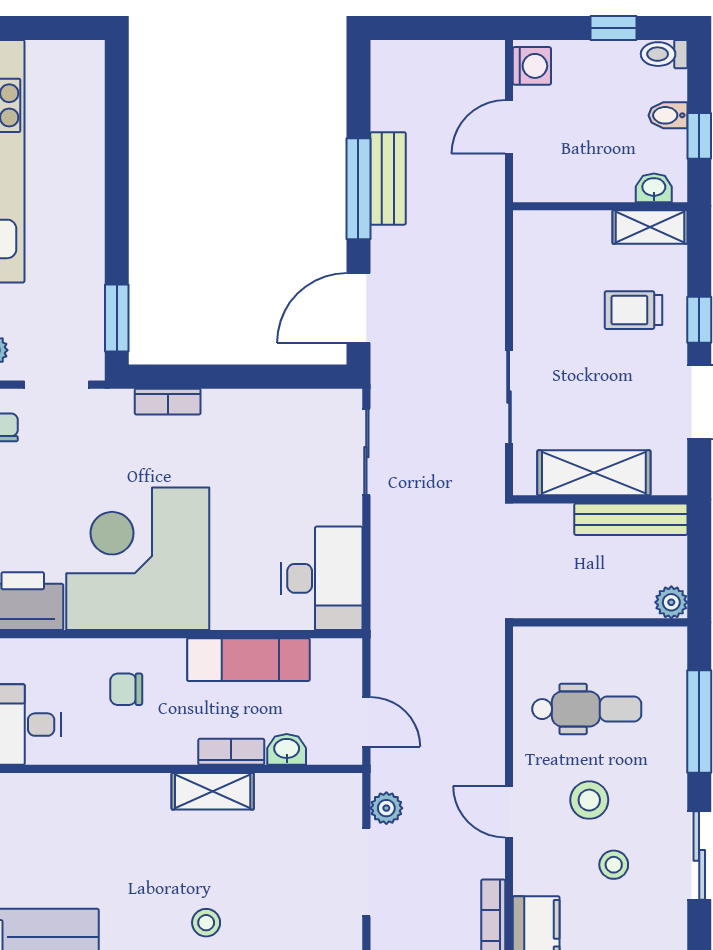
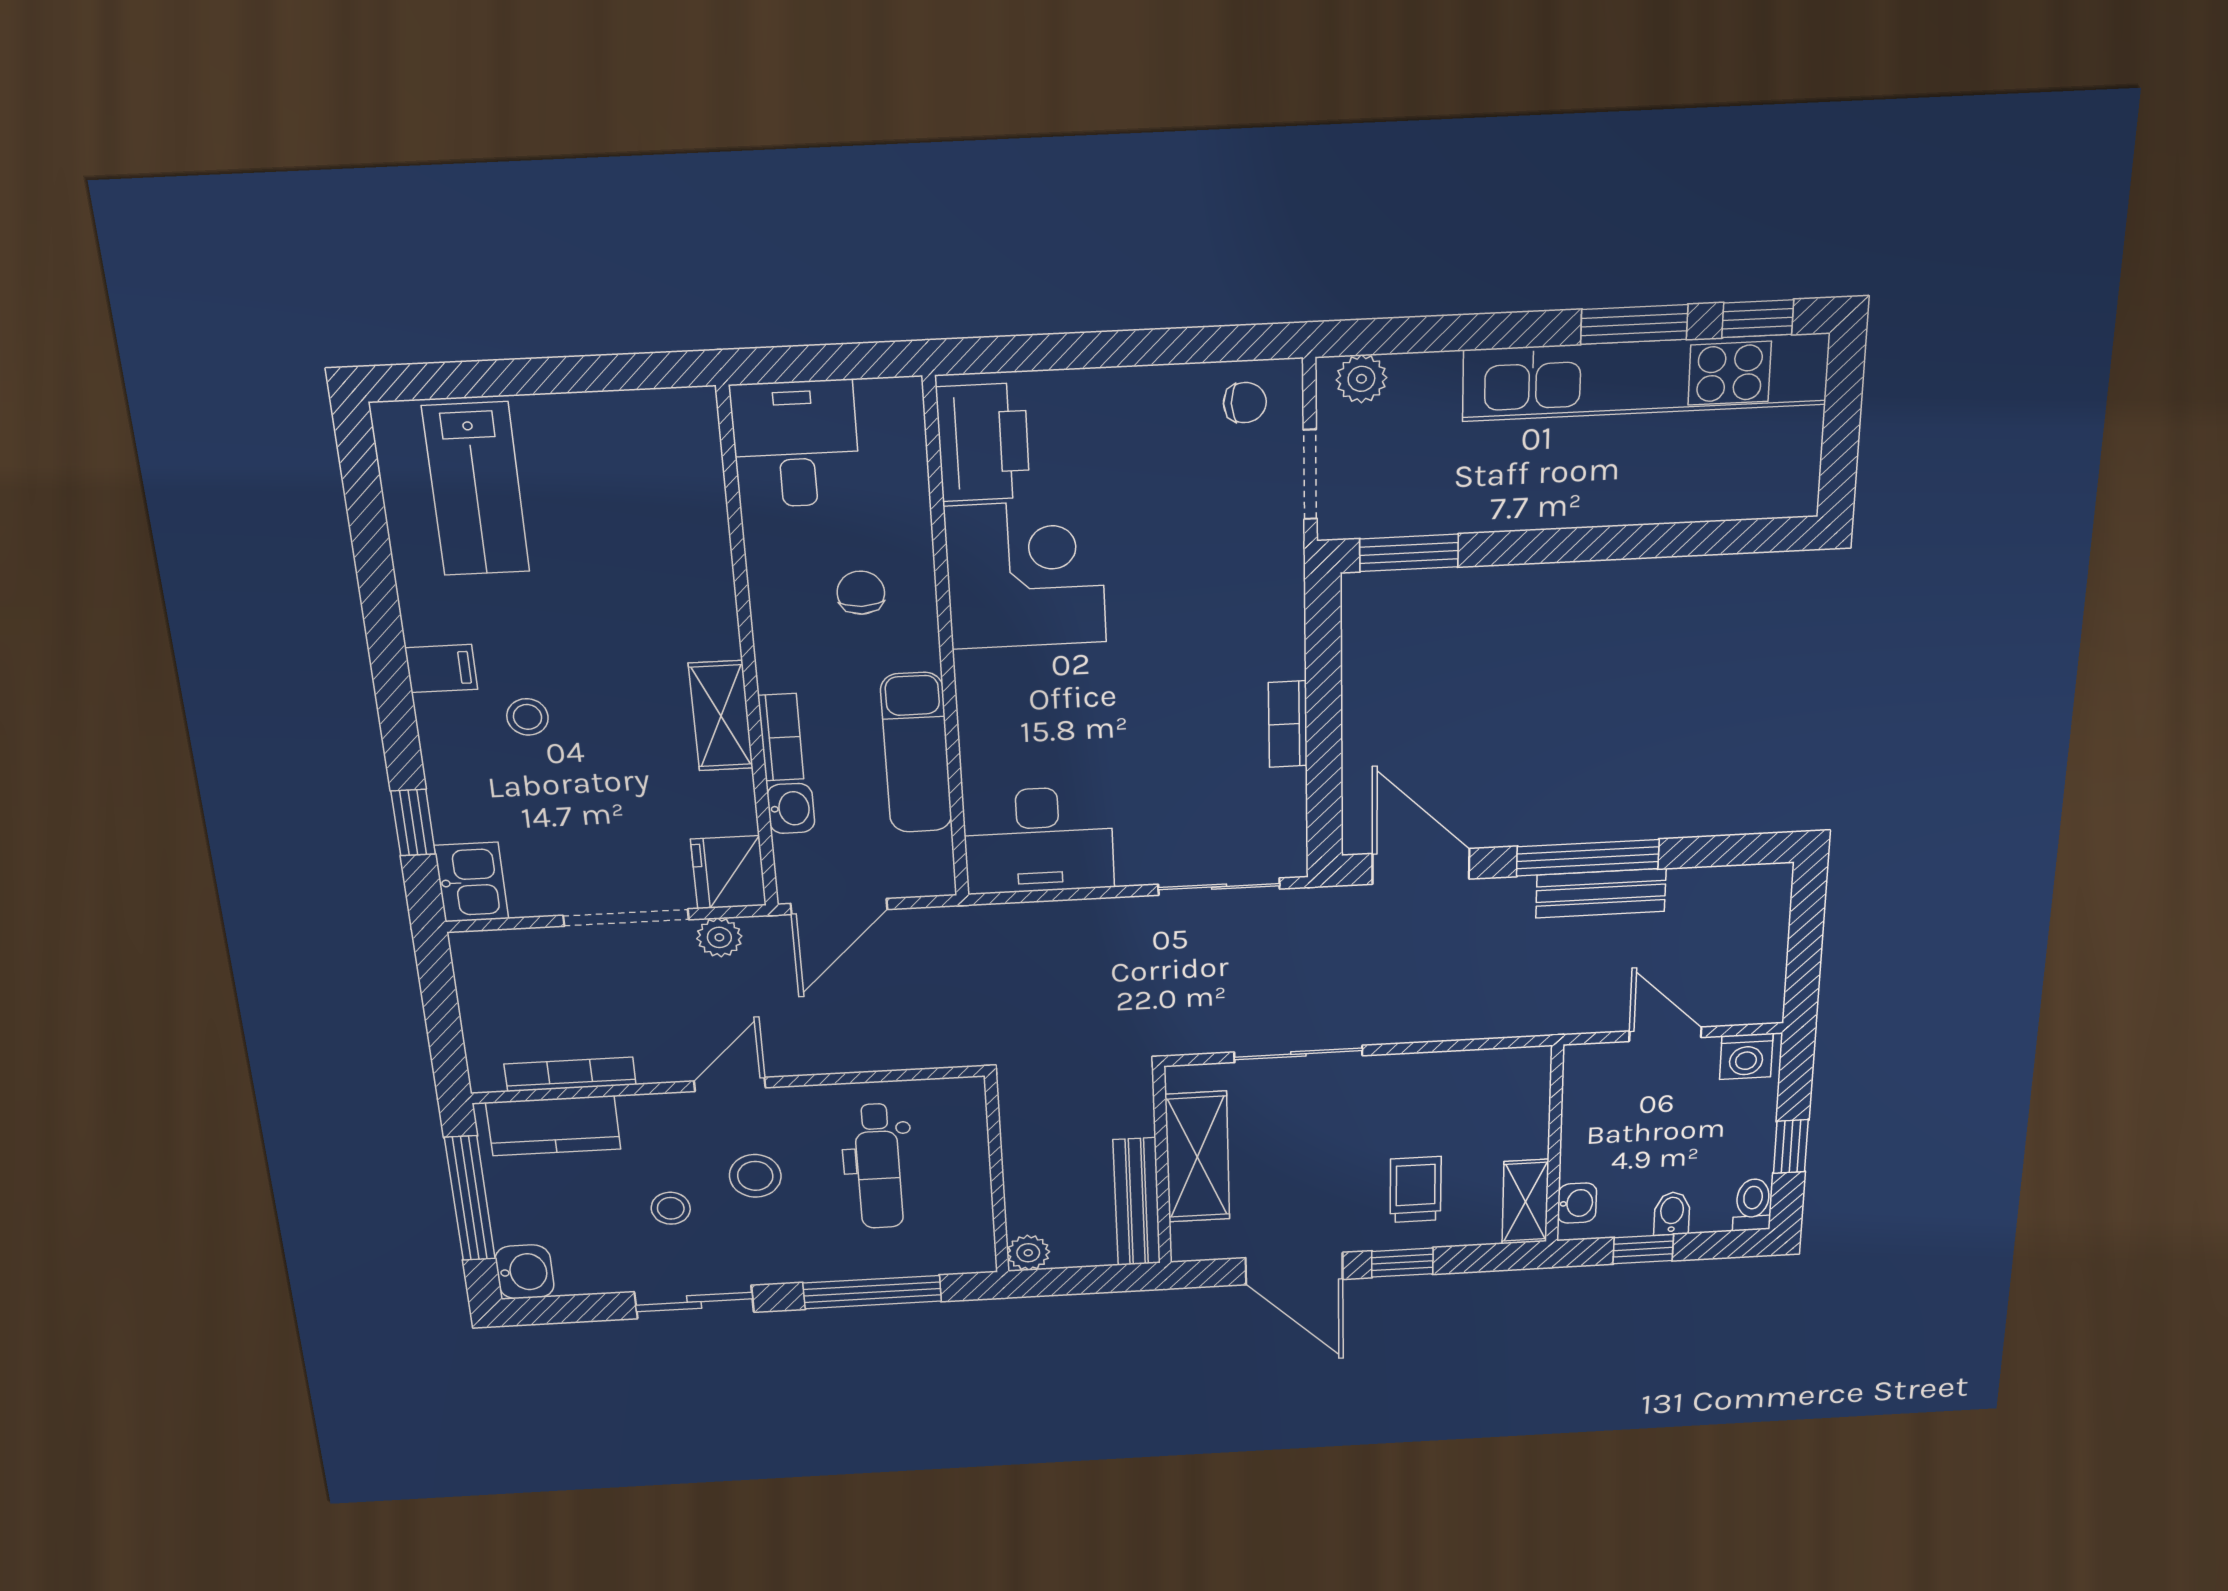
bookcase: (168, 402) -> (1288, 724), moved
corner desk: (138, 559) -> (1025, 575), width x0.74, depth x0.74
door: (366, 722) -> (839, 906), width x1.38
fridge: (334, 797) -> (729, 872), added

